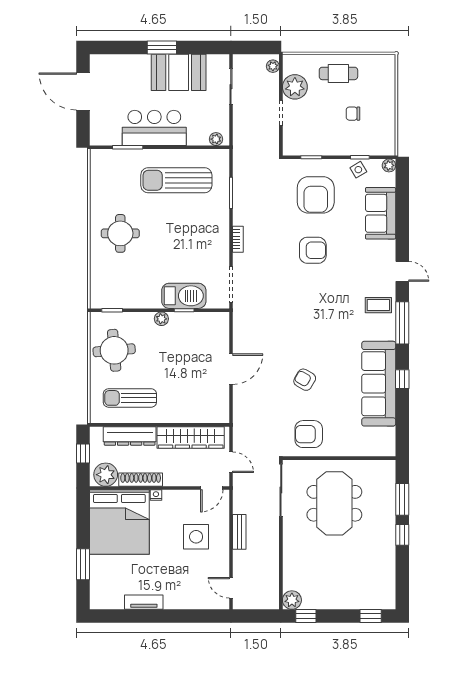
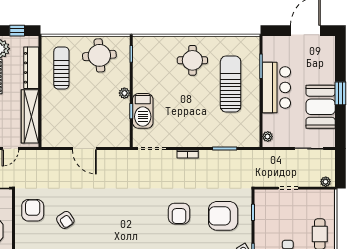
plant: (295, 87) -> (309, 199), removed
sun lounger: (176, 180) -> (231, 84), moved
armchair: (305, 380) -> (65, 220), moved, turned 117

